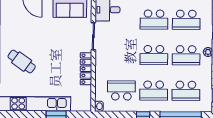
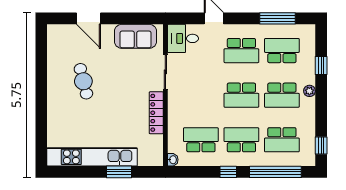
school desk: (186, 20) -> (282, 51), turned 180
cafe table: (22, 62) -> (83, 81), moved, turned 40
school desk: (154, 91) -> (241, 140), turned 180

